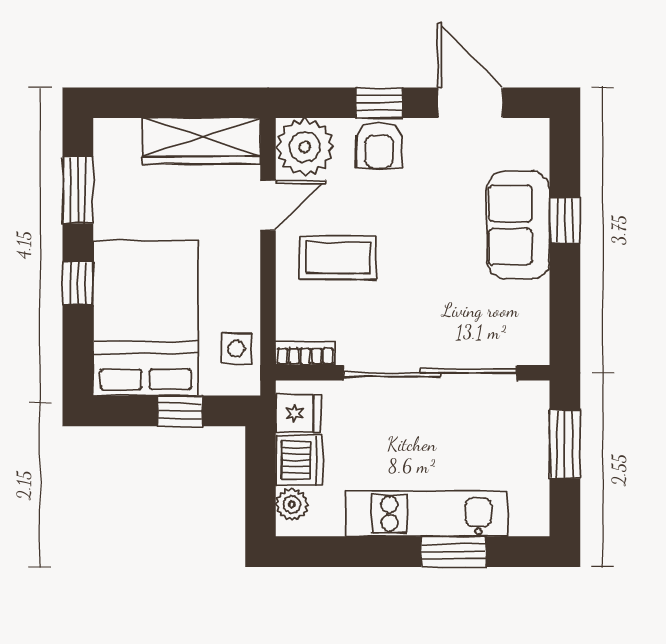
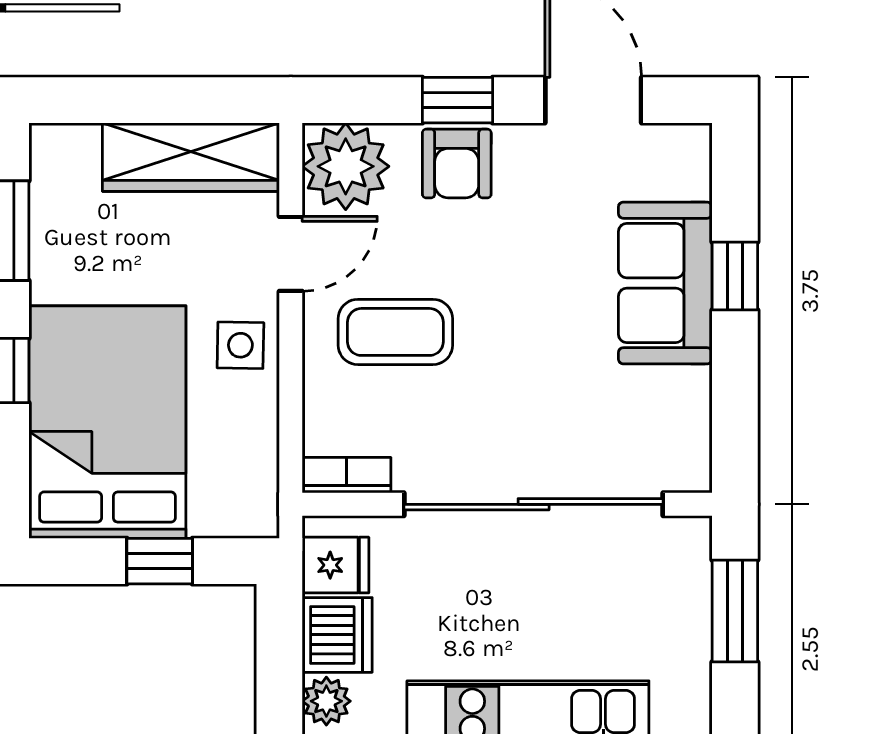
side table: (236, 349) -> (240, 345), moved

